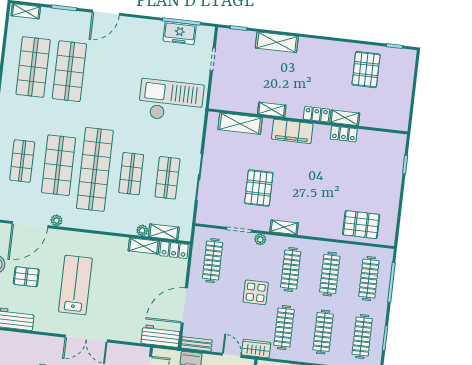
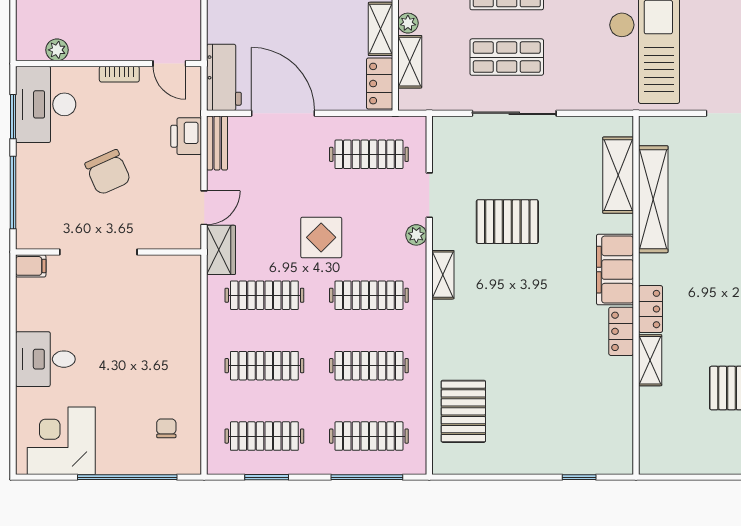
shelving: (272, 110) -> (653, 199), width x2.20, depth x1.33
locker: (344, 134) -> (621, 331), moved

